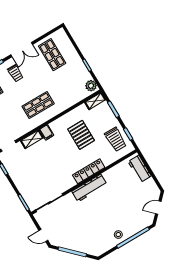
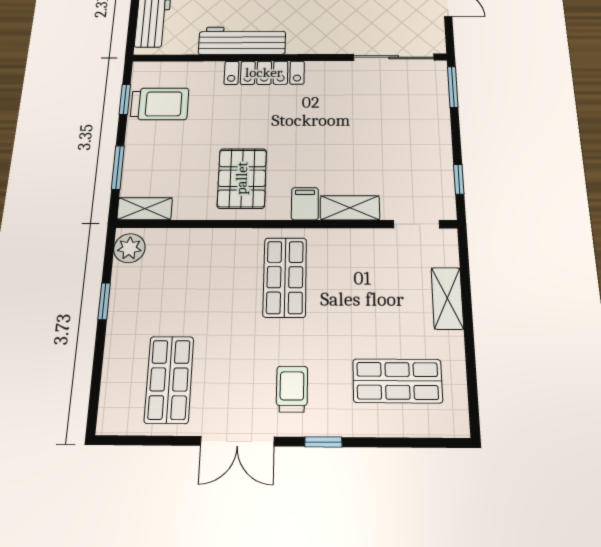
double door: (22, 50) -> (237, 441), swing flipped
shop shelf: (38, 105) -> (285, 277), turned 90
pallet: (81, 135) -> (242, 178), moved
trolley: (116, 139) -> (160, 104), turned 90
workbench: (89, 188) -> (242, 41), moved

